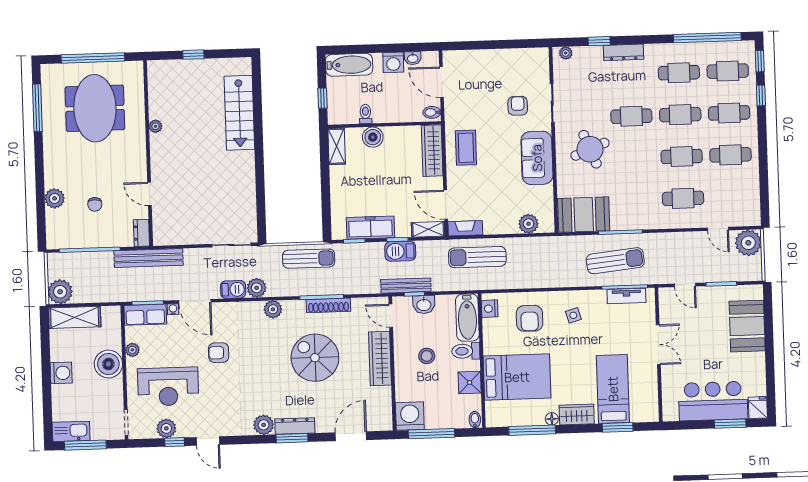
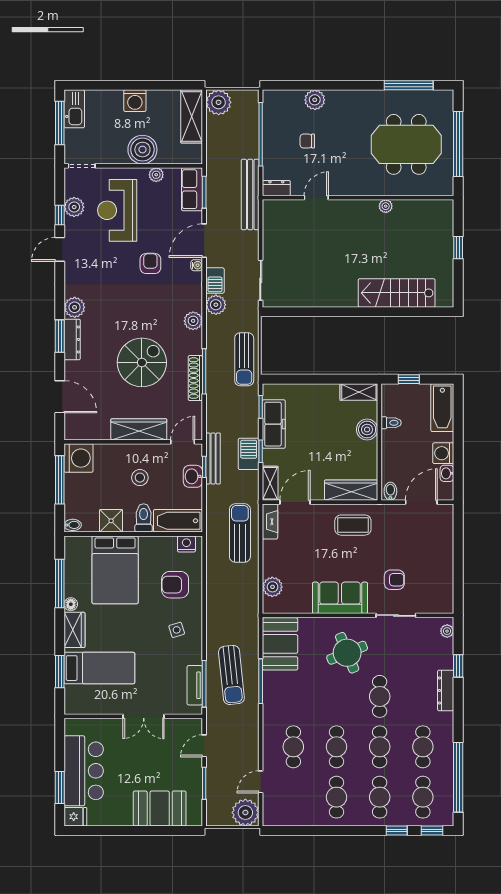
water cooler: (173, 309) -> (197, 265), moved

